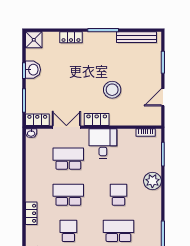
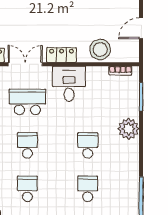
stool: (112, 90) -> (100, 49), moved
school desk: (68, 195) -> (27, 145), width x0.54
school desk: (118, 231) -> (88, 189), width x0.54

